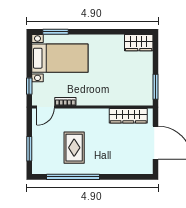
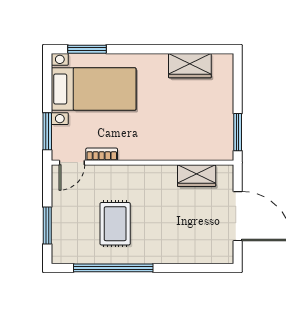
wardrobe: (139, 43) -> (190, 66), moved
window: (29, 86) -> (47, 131), width x1.50
wardrobe: (128, 116) -> (197, 176), width x0.67

